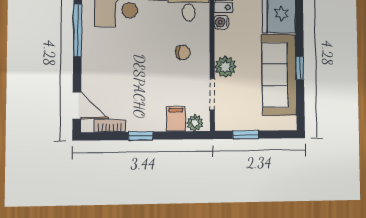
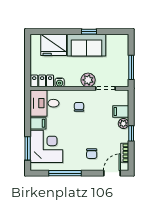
chair: (109, 73) -> (92, 154), added
sofa: (279, 75) -> (86, 45), width x0.73
plant: (195, 123) -> (123, 124), moved
window: (245, 135) -> (131, 67), width x1.50

